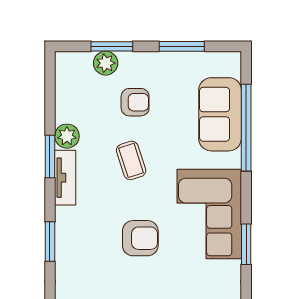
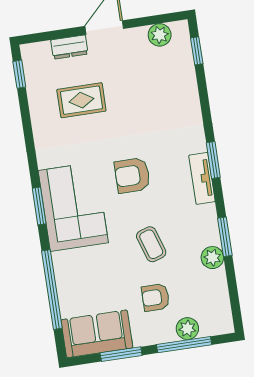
window: (112, 46) -> (184, 345), width x1.44
sofa: (220, 114) -> (97, 334), moved, turned -90
tv unit: (65, 178) -> (202, 178), moved
window: (246, 244) -> (39, 206), moved

